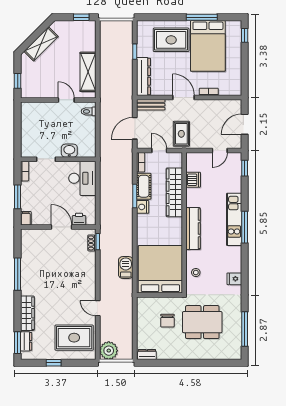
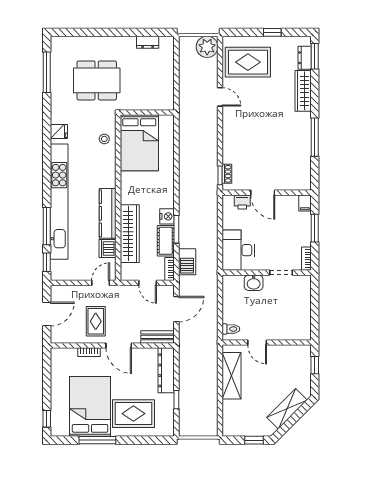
window: (81, 17) -> (254, 440), moved
rug: (181, 134) -> (96, 321), moved
door: (220, 151) -> (101, 283), moved
kitchen unit: (234, 219) -> (59, 202), width x1.86
window: (245, 227) -> (47, 226), moved
kitchen counter: (193, 229) -> (108, 213), moved
barbecue: (126, 267) -> (187, 262), moved
bed: (160, 269) -> (139, 143), width x0.73
chair: (167, 321) -> (138, 82), removed
dresser: (147, 355) -> (148, 42), moved

